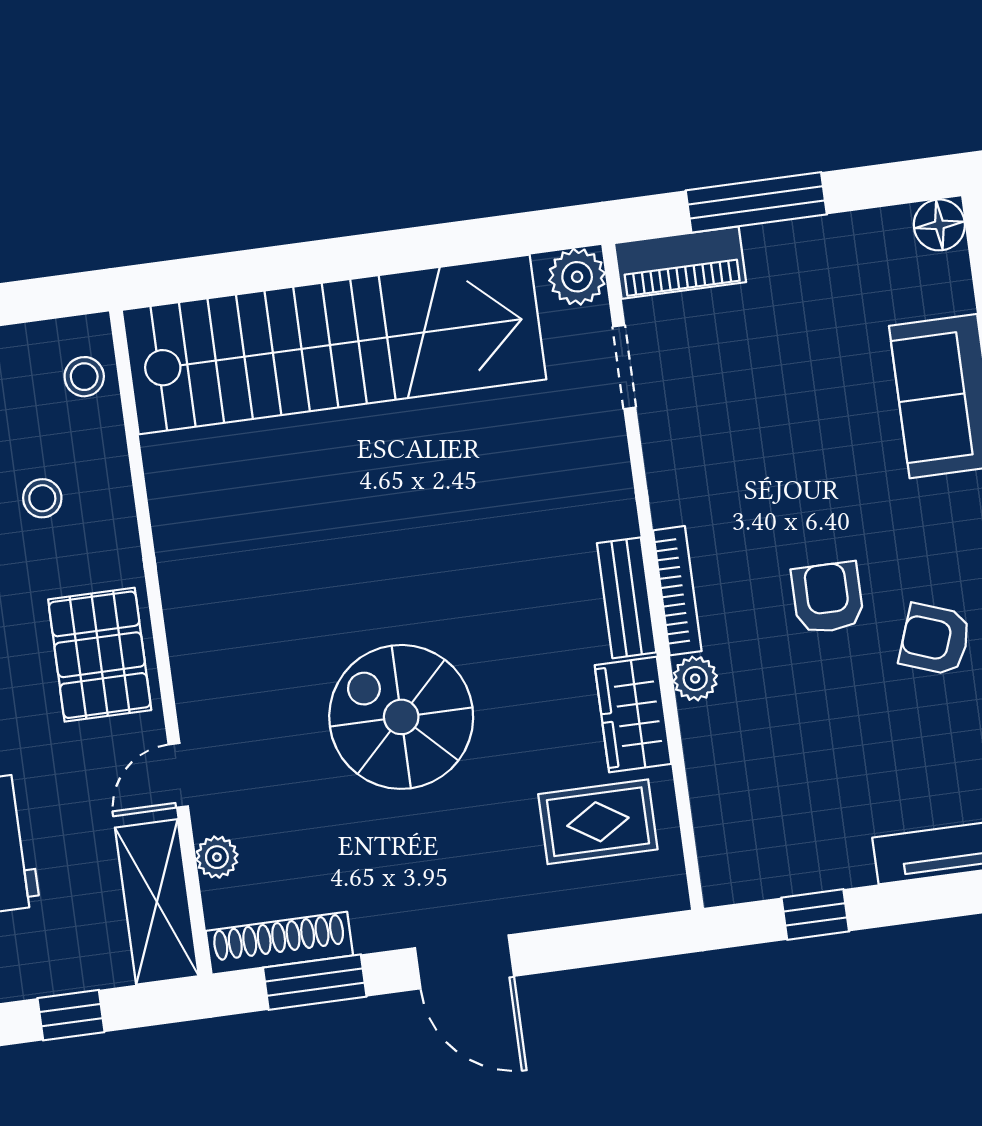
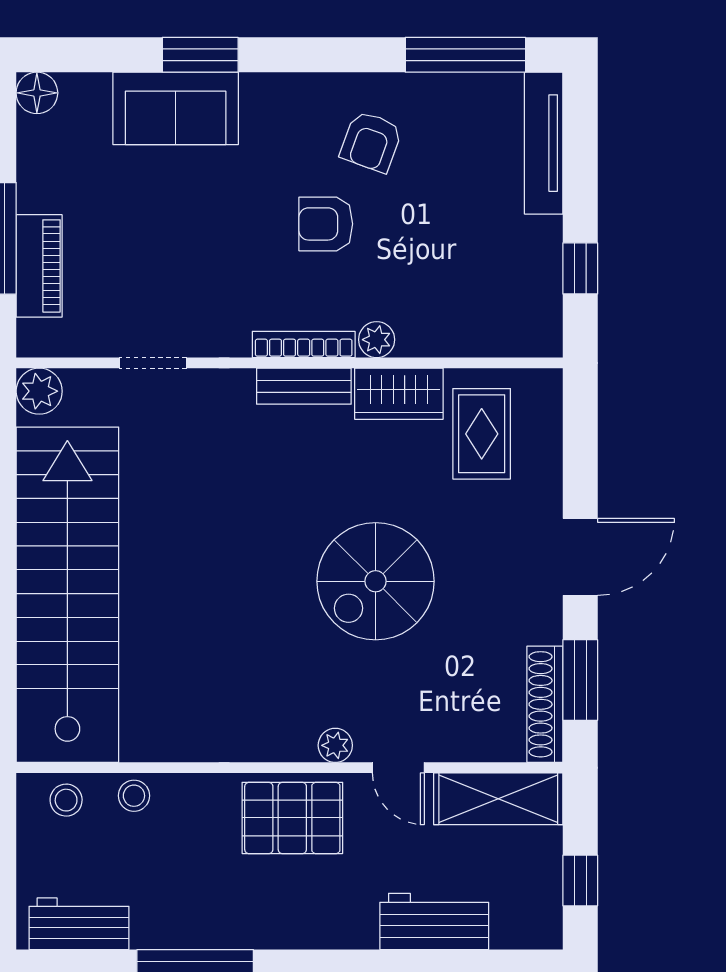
piano: (680, 263) -> (39, 266), moved
doorway: (624, 367) -> (153, 363), moved
stool: (42, 498) -> (134, 796), moved
plant: (217, 857) -> (335, 745), moved

